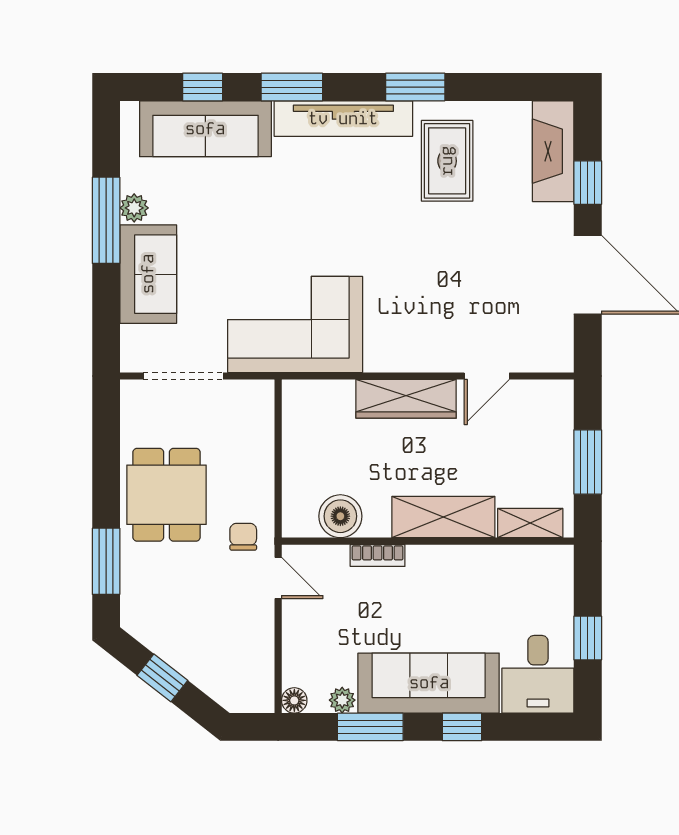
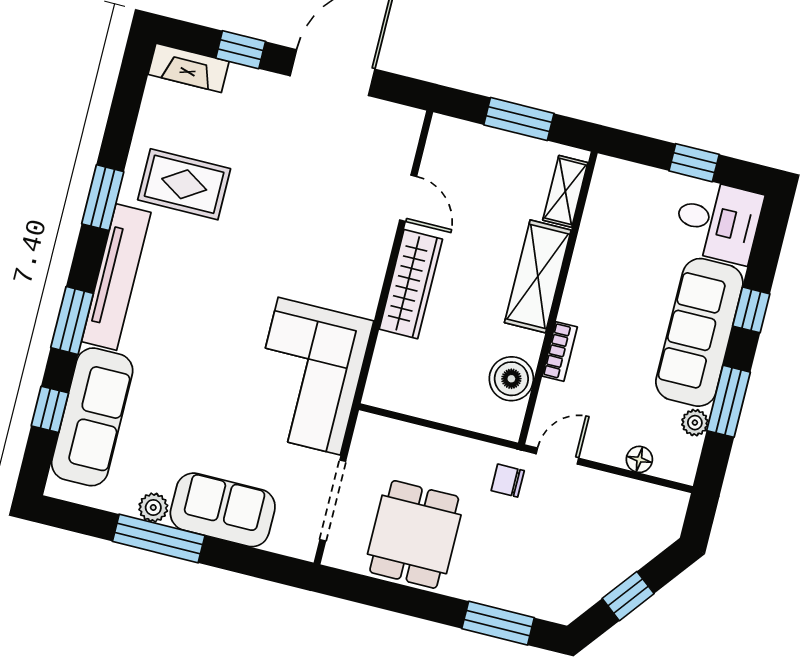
fireplace: (553, 151) -> (189, 68), width x0.73, depth x0.76
dining table: (167, 495) -> (414, 534), moved, turned 90
floor lamp: (294, 700) -> (639, 459), moved

